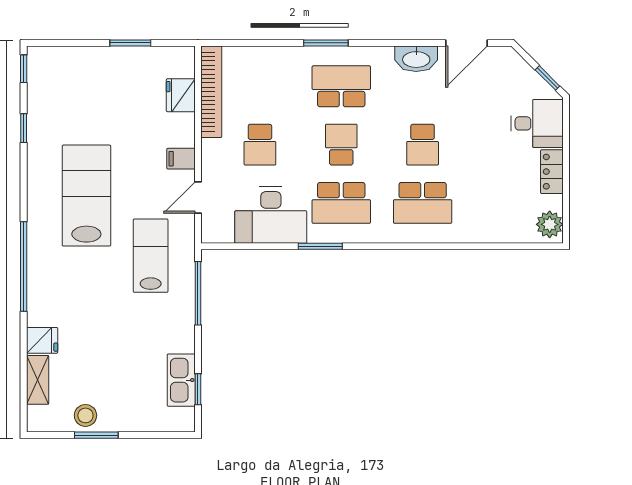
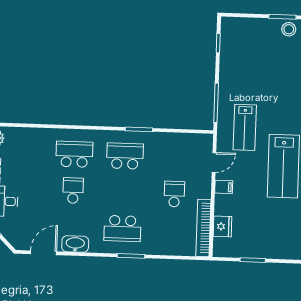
school desk: (341, 145) -> (124, 192), removed
desk: (271, 215) -> (169, 150), removed
kitchen sink: (181, 380) -> (228, 49), removed

